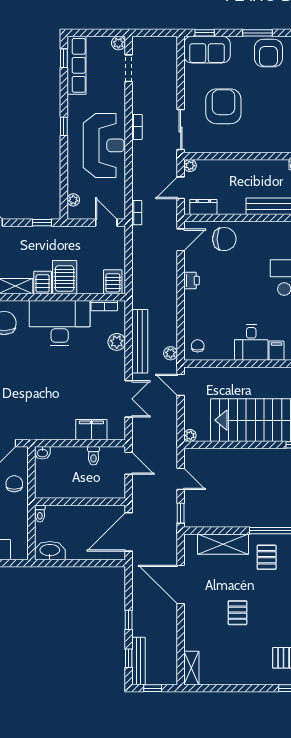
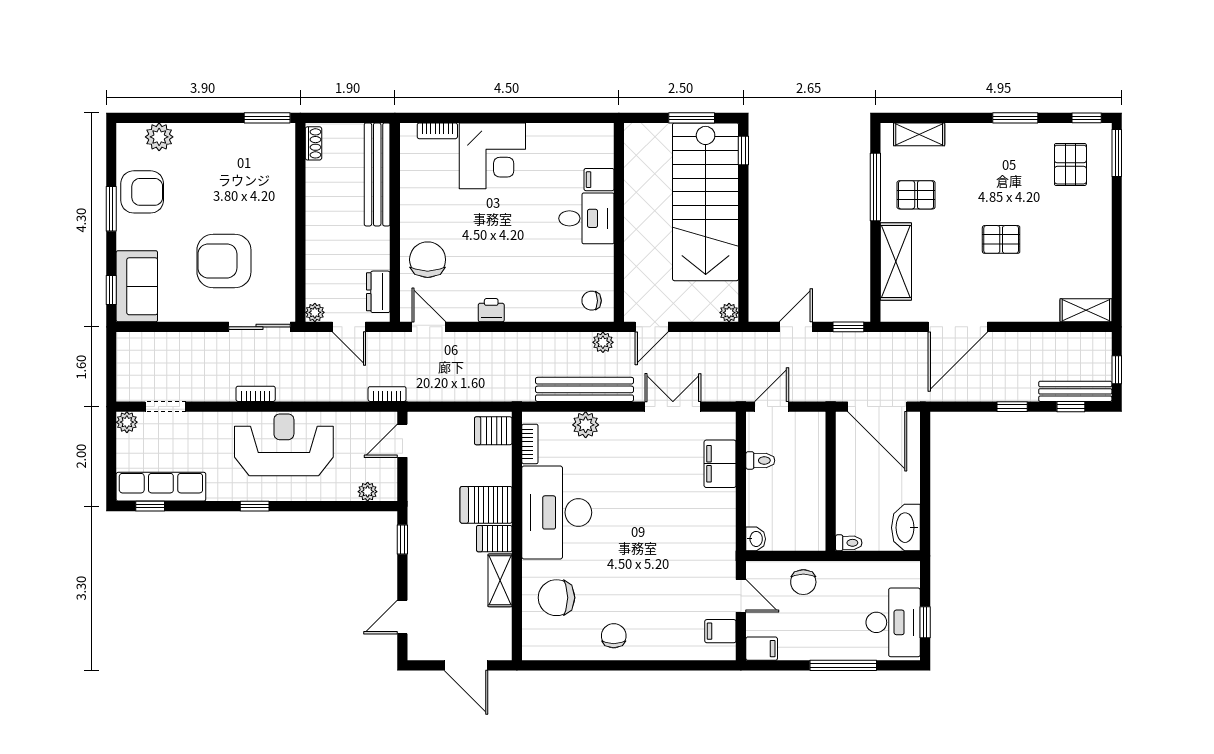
chair: (14, 484) -> (803, 582), turned -90

